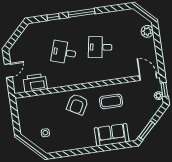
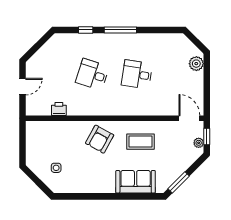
printer: (35, 83) -> (59, 109), width x0.53, depth x0.68

